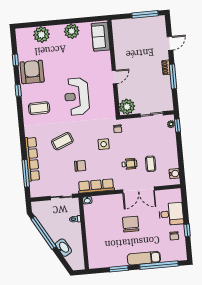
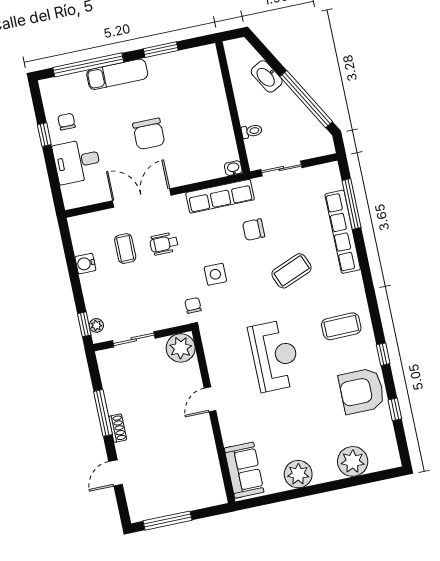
armchair: (32, 72) -> (362, 391), turned 90
water cooler: (174, 174) -> (85, 264), moved

